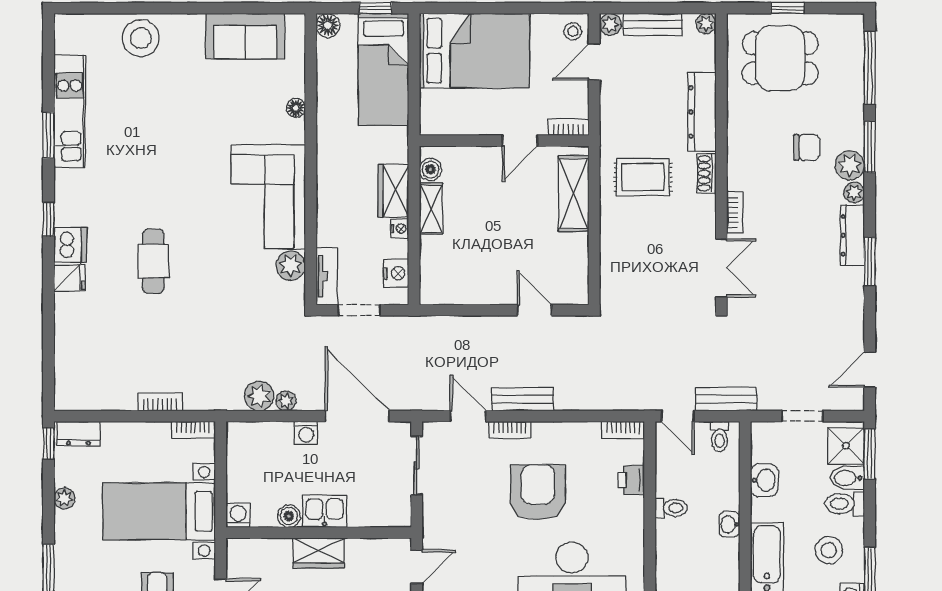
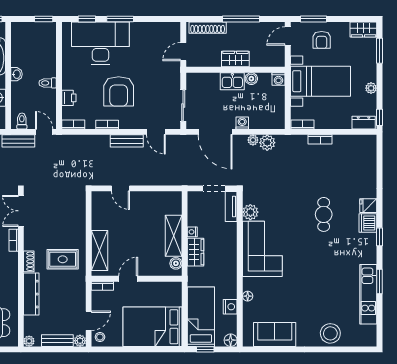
shelving: (431, 208) -> (174, 236), width x1.50, depth x1.33
nightstand: (396, 273) -> (230, 307), moved, turned 180
bookcase: (510, 430) -> (107, 125), moved

